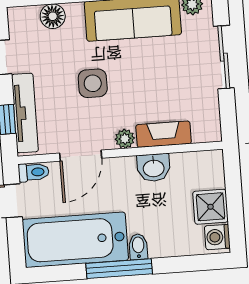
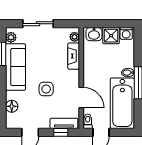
tv unit: (25, 113) -> (64, 123), width x0.71
plant: (125, 139) -> (74, 37), moved
washbasin: (154, 168) -> (94, 34), moved, turned 90

